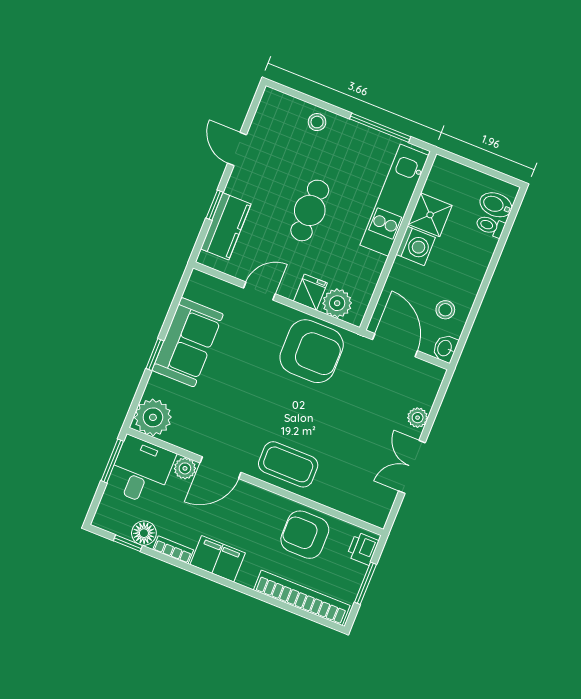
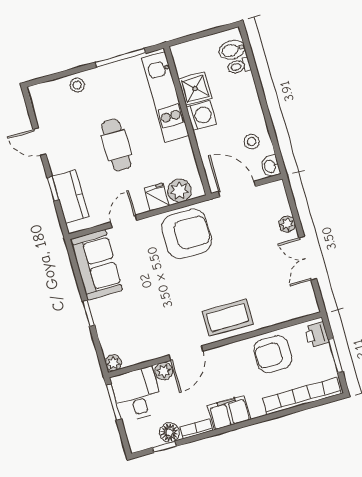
sofa: (188, 342) -> (96, 265), moved
plant: (153, 417) -> (113, 363), width x0.53, depth x0.53

